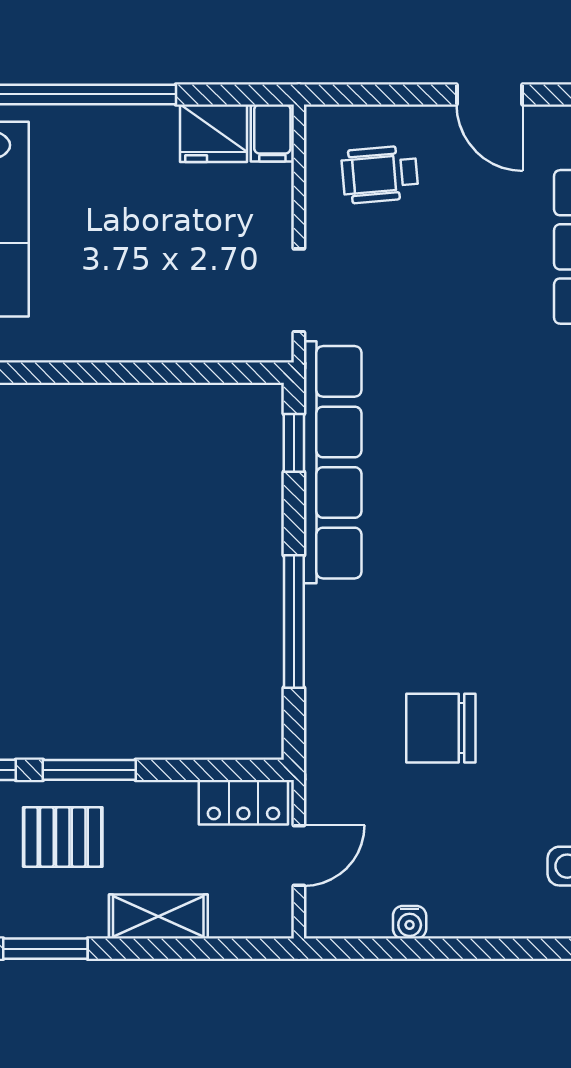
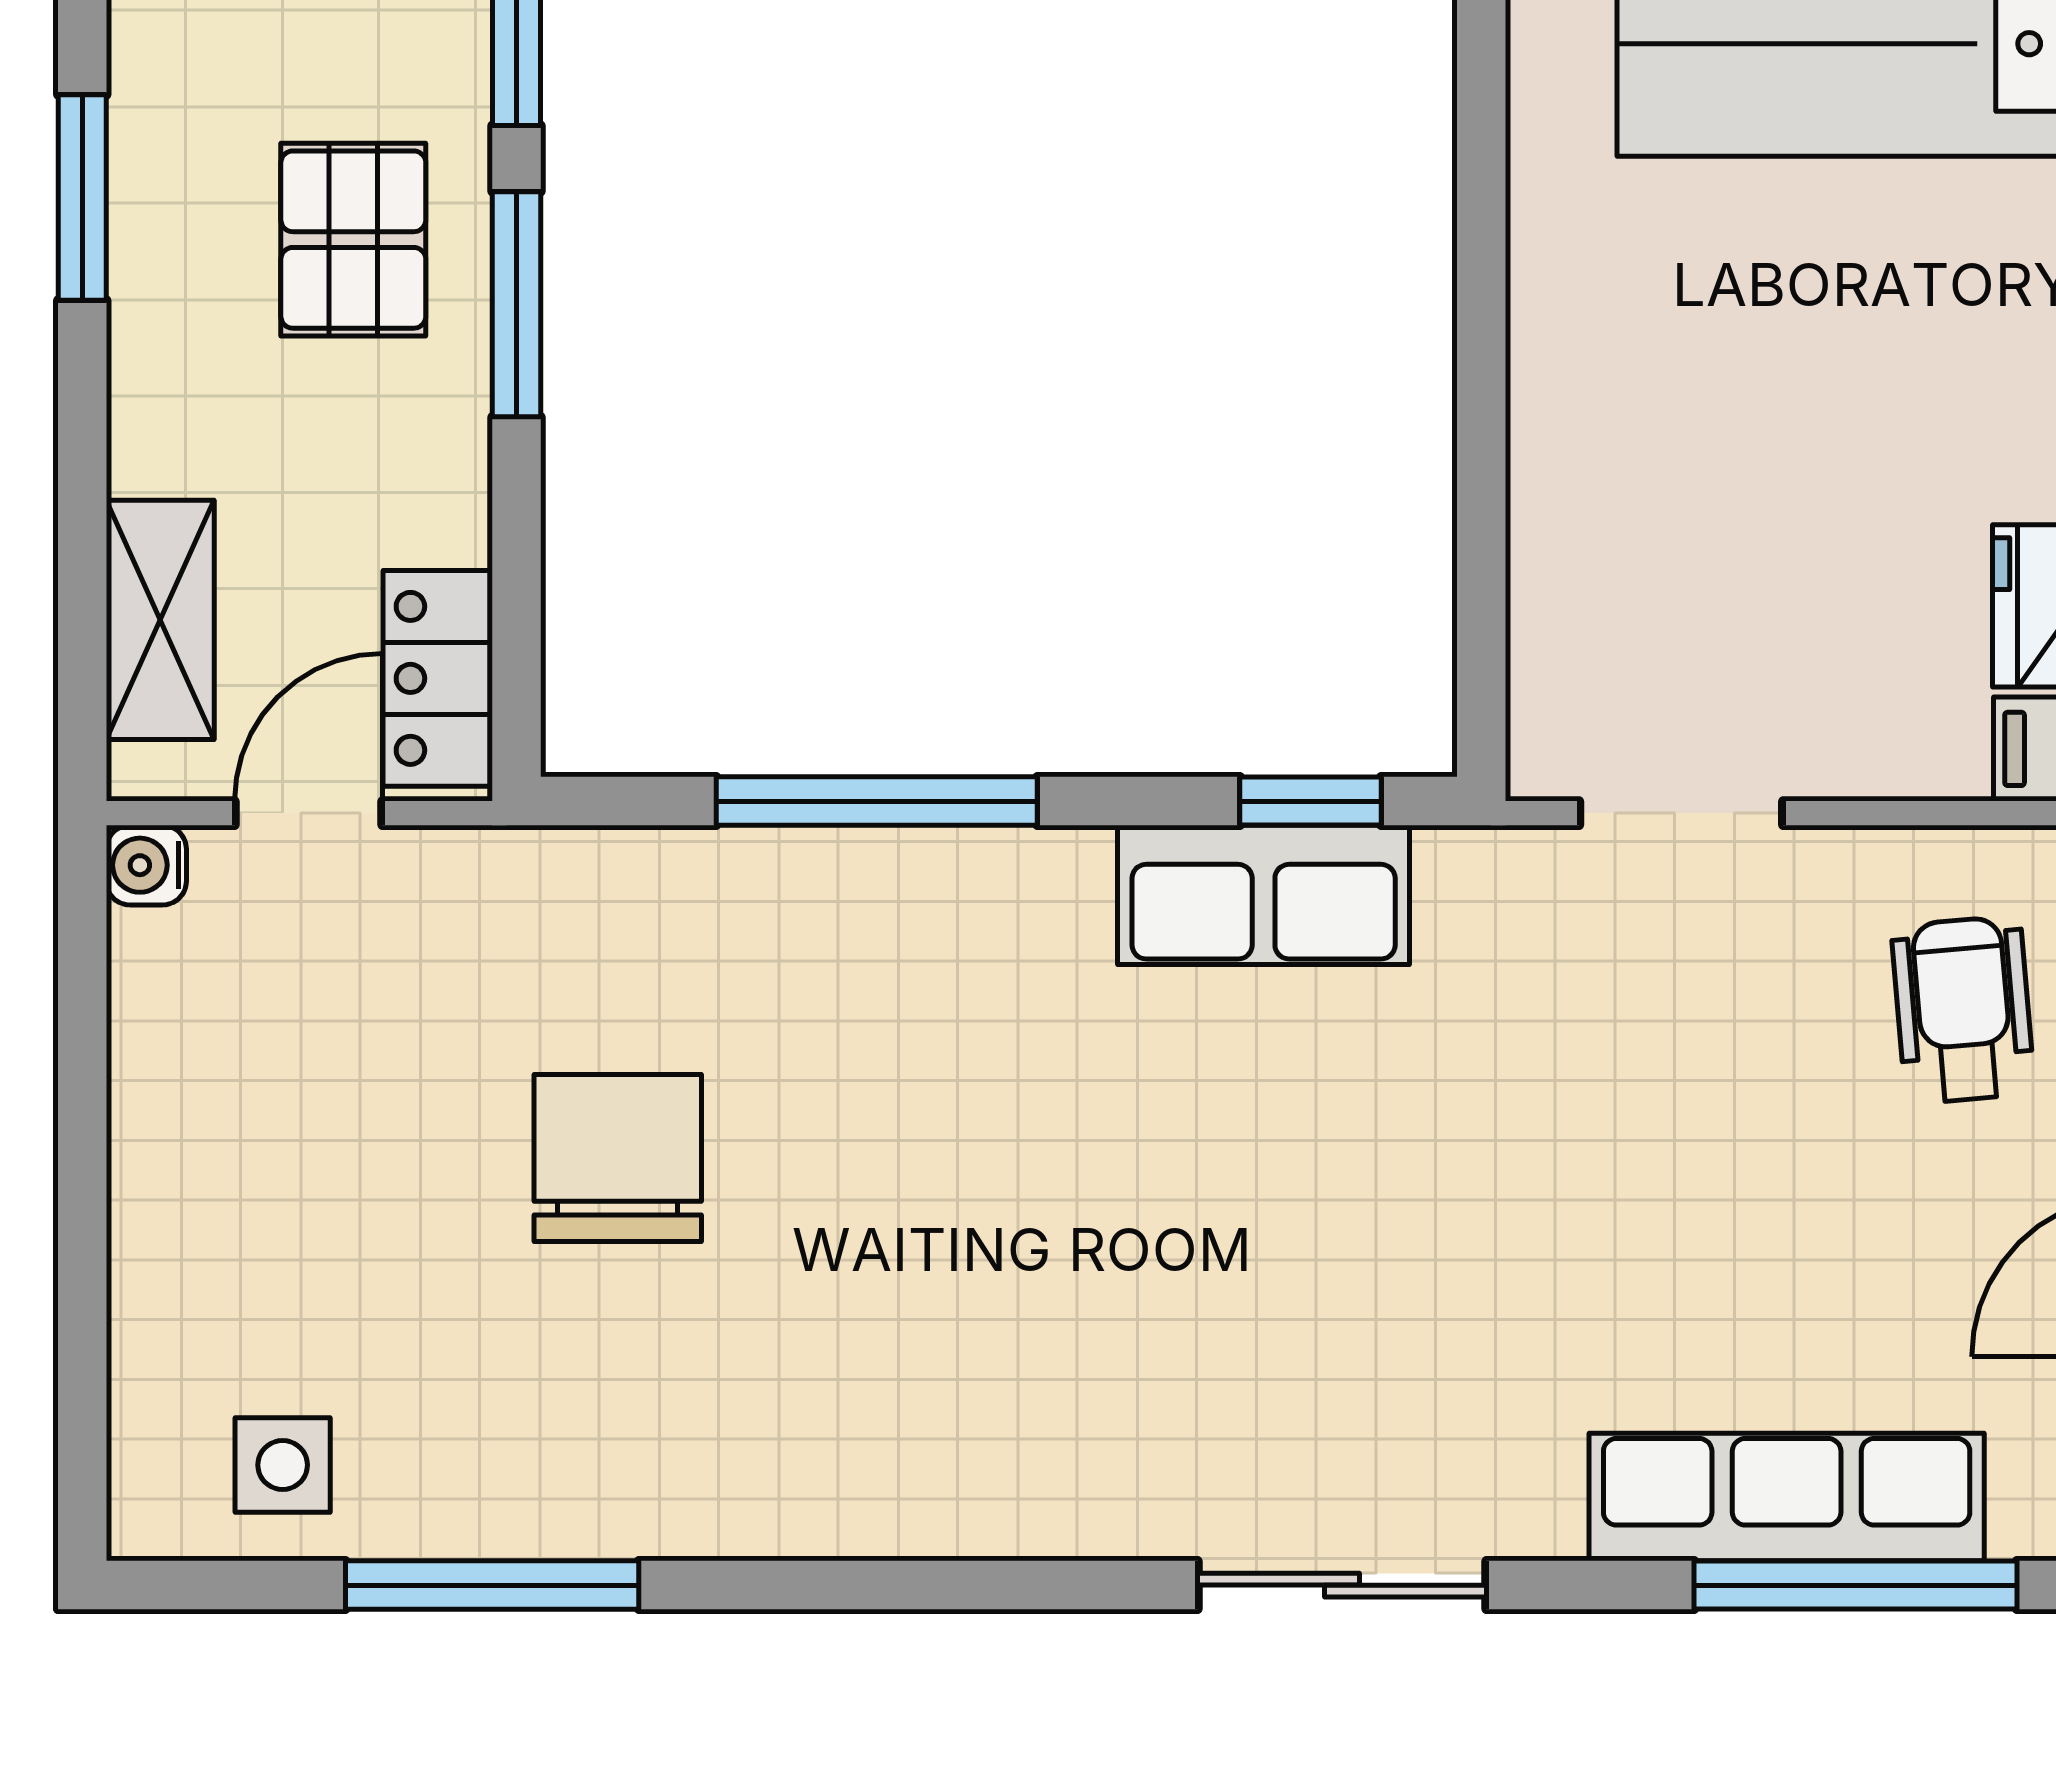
row of seats: (333, 462) -> (1264, 895), width x0.50
door: (299, 855) -> (309, 813), swing flipped
shelving: (158, 917) -> (160, 620), moved
water cooler: (410, 922) -> (146, 865), moved

